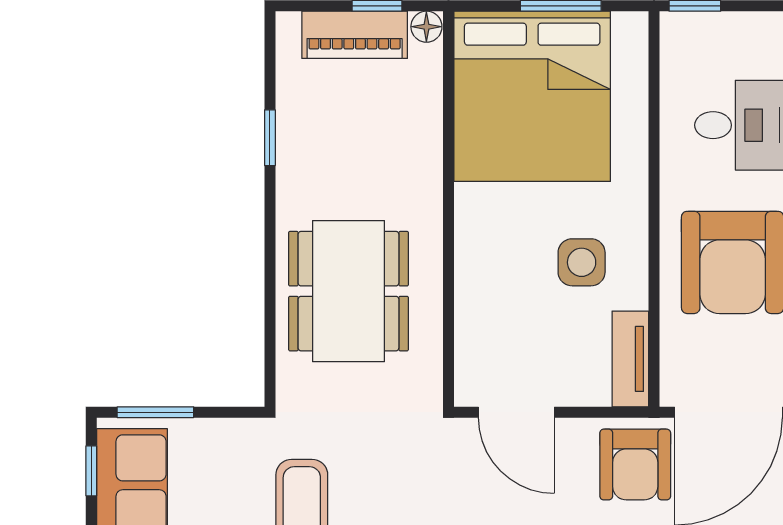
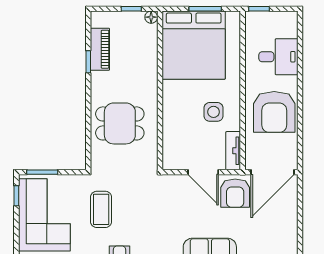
piano: (355, 35) -> (100, 49), moved, turned -90
dining table: (348, 291) -> (120, 123), width x0.73
door: (516, 412) -> (203, 172), moved

